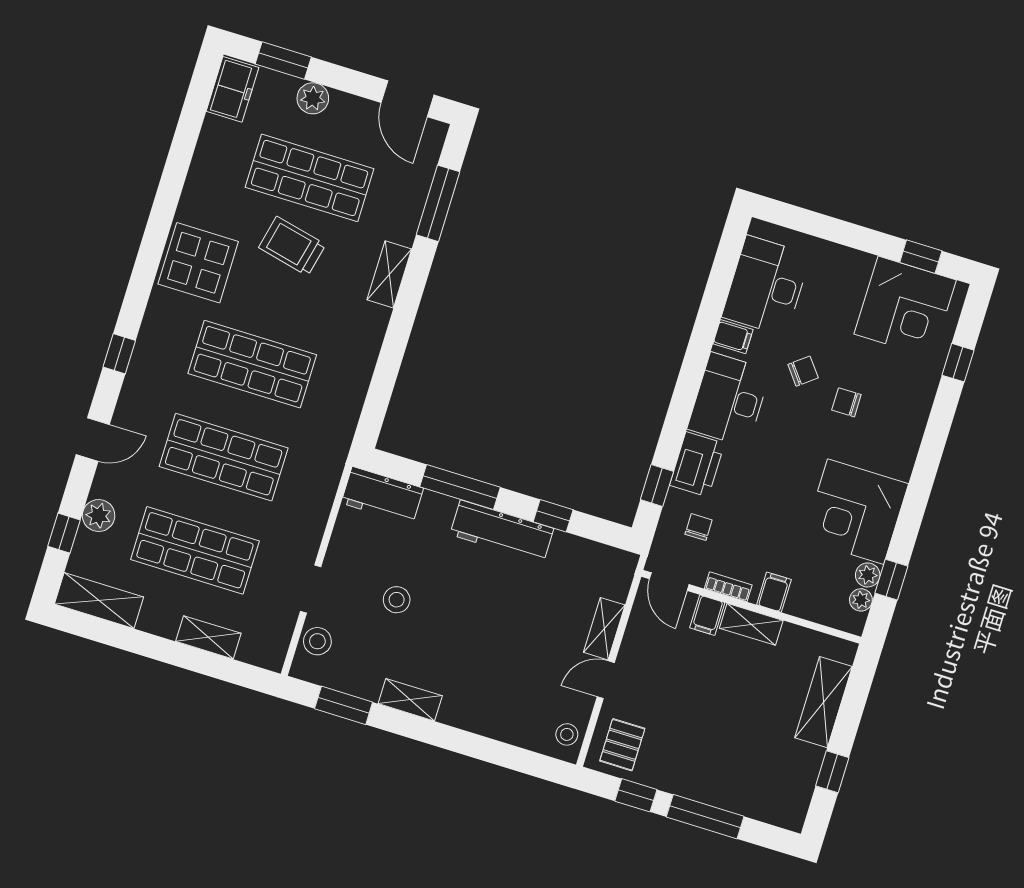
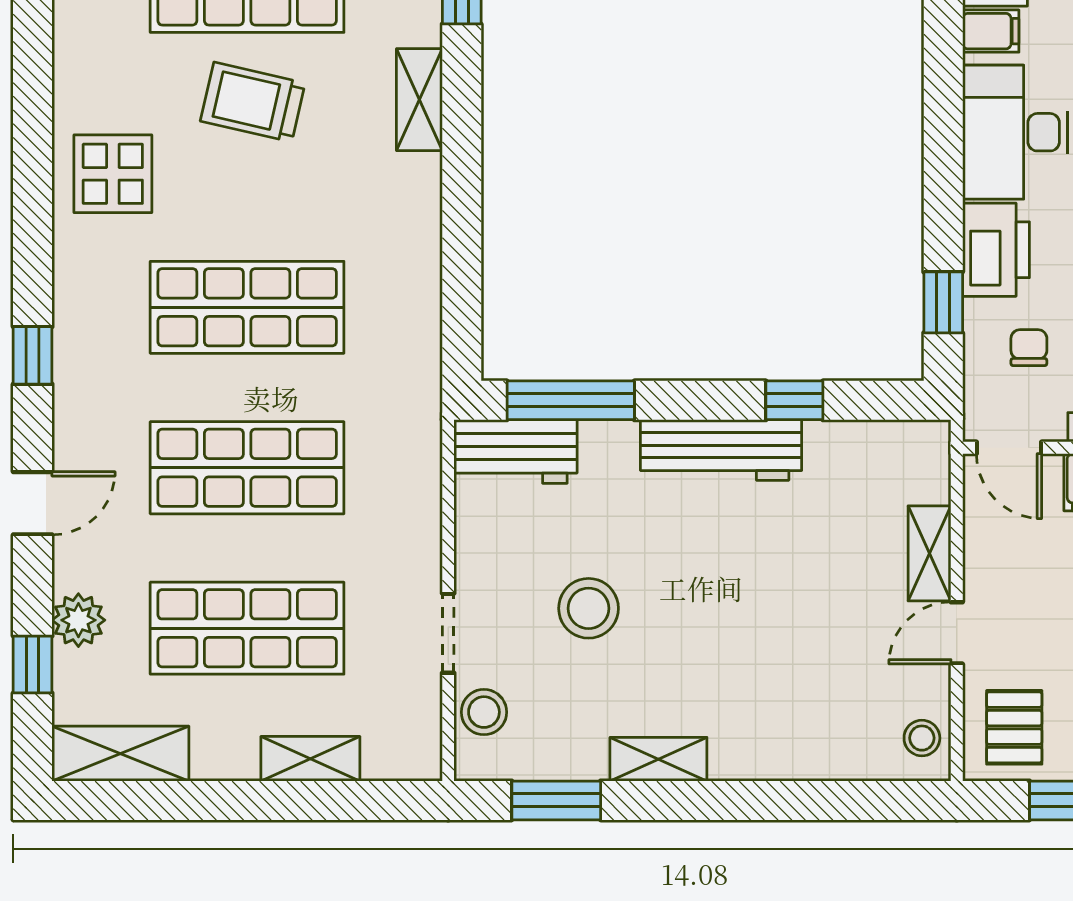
display table: (198, 263) -> (113, 174), width x0.73, depth x0.73
window: (460, 487) -> (571, 400), moved
stool: (397, 600) -> (589, 608), width x1.38, depth x1.38

